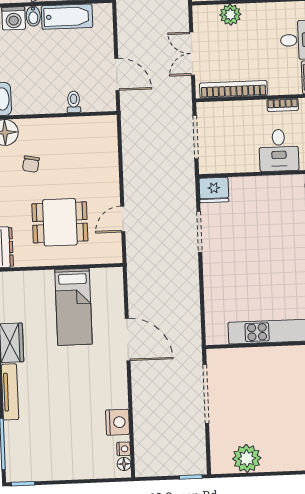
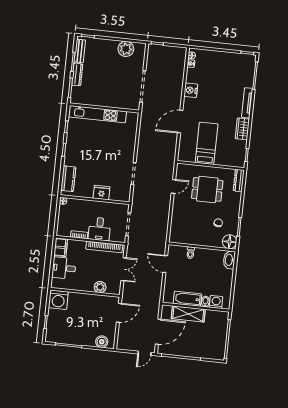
desk: (279, 150) -> (99, 229), moved, turned 180
fridge: (214, 190) -> (101, 193), moved
door: (128, 339) -> (180, 122), hinge flipped
nightstand: (118, 422) -> (191, 90), moved

